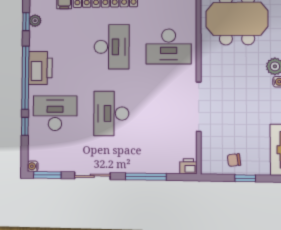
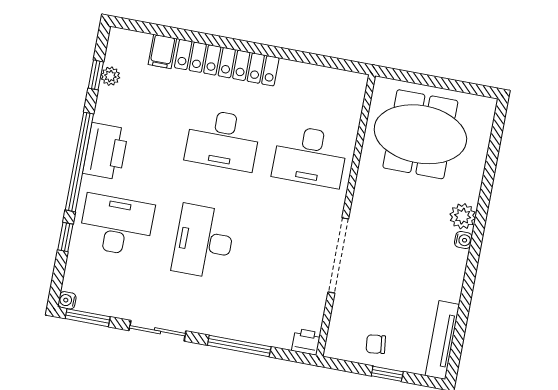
desk: (112, 47) -> (223, 140), turned 90

